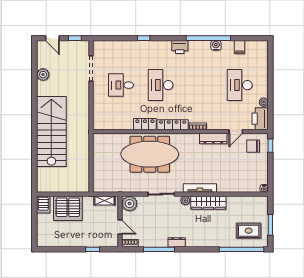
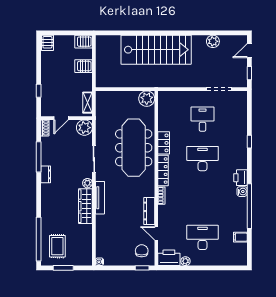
water cooler: (216, 45) -> (242, 192), moved
plant: (100, 141) -> (147, 99), added
server rack: (68, 208) -> (84, 66), width x0.46, depth x0.70
server rack: (45, 241) -> (47, 43), added

